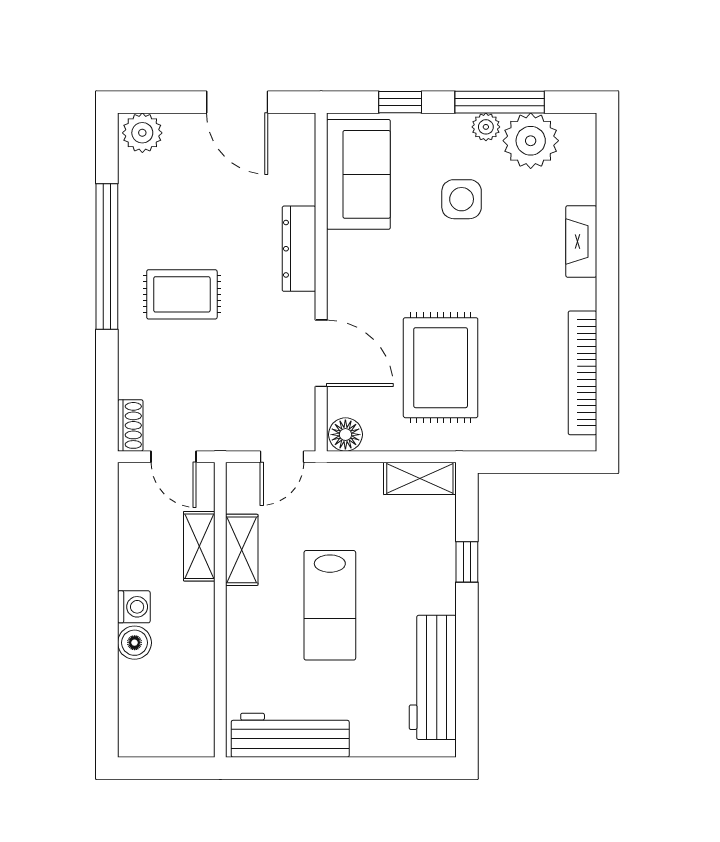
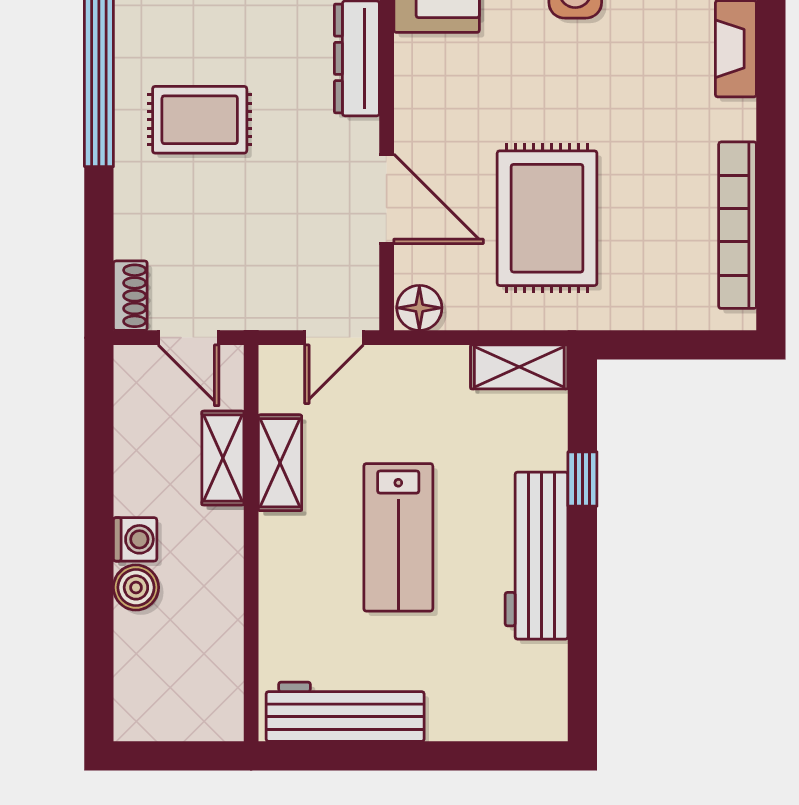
workbench: (433, 677) -> (537, 556), moved

